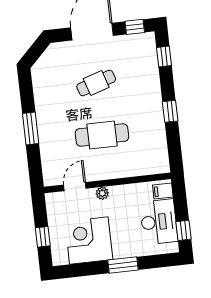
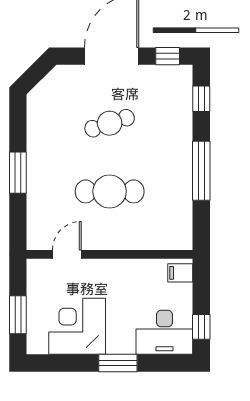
window: (170, 111) -> (201, 171), width x2.17
plant: (102, 193) -> (101, 267), removed
desk: (159, 222) -> (164, 332), moved, turned 90
window: (43, 237) -> (18, 315), width x1.50

